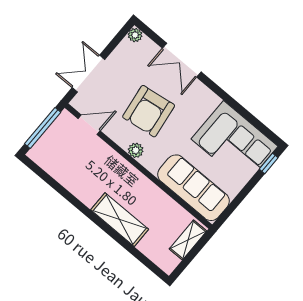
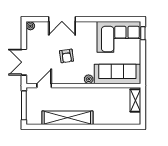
armchair: (149, 111) -> (67, 56), width x0.53, depth x0.53
plant: (136, 150) -> (89, 79), moved
shelving: (120, 220) -> (67, 118), moved, width x1.47

